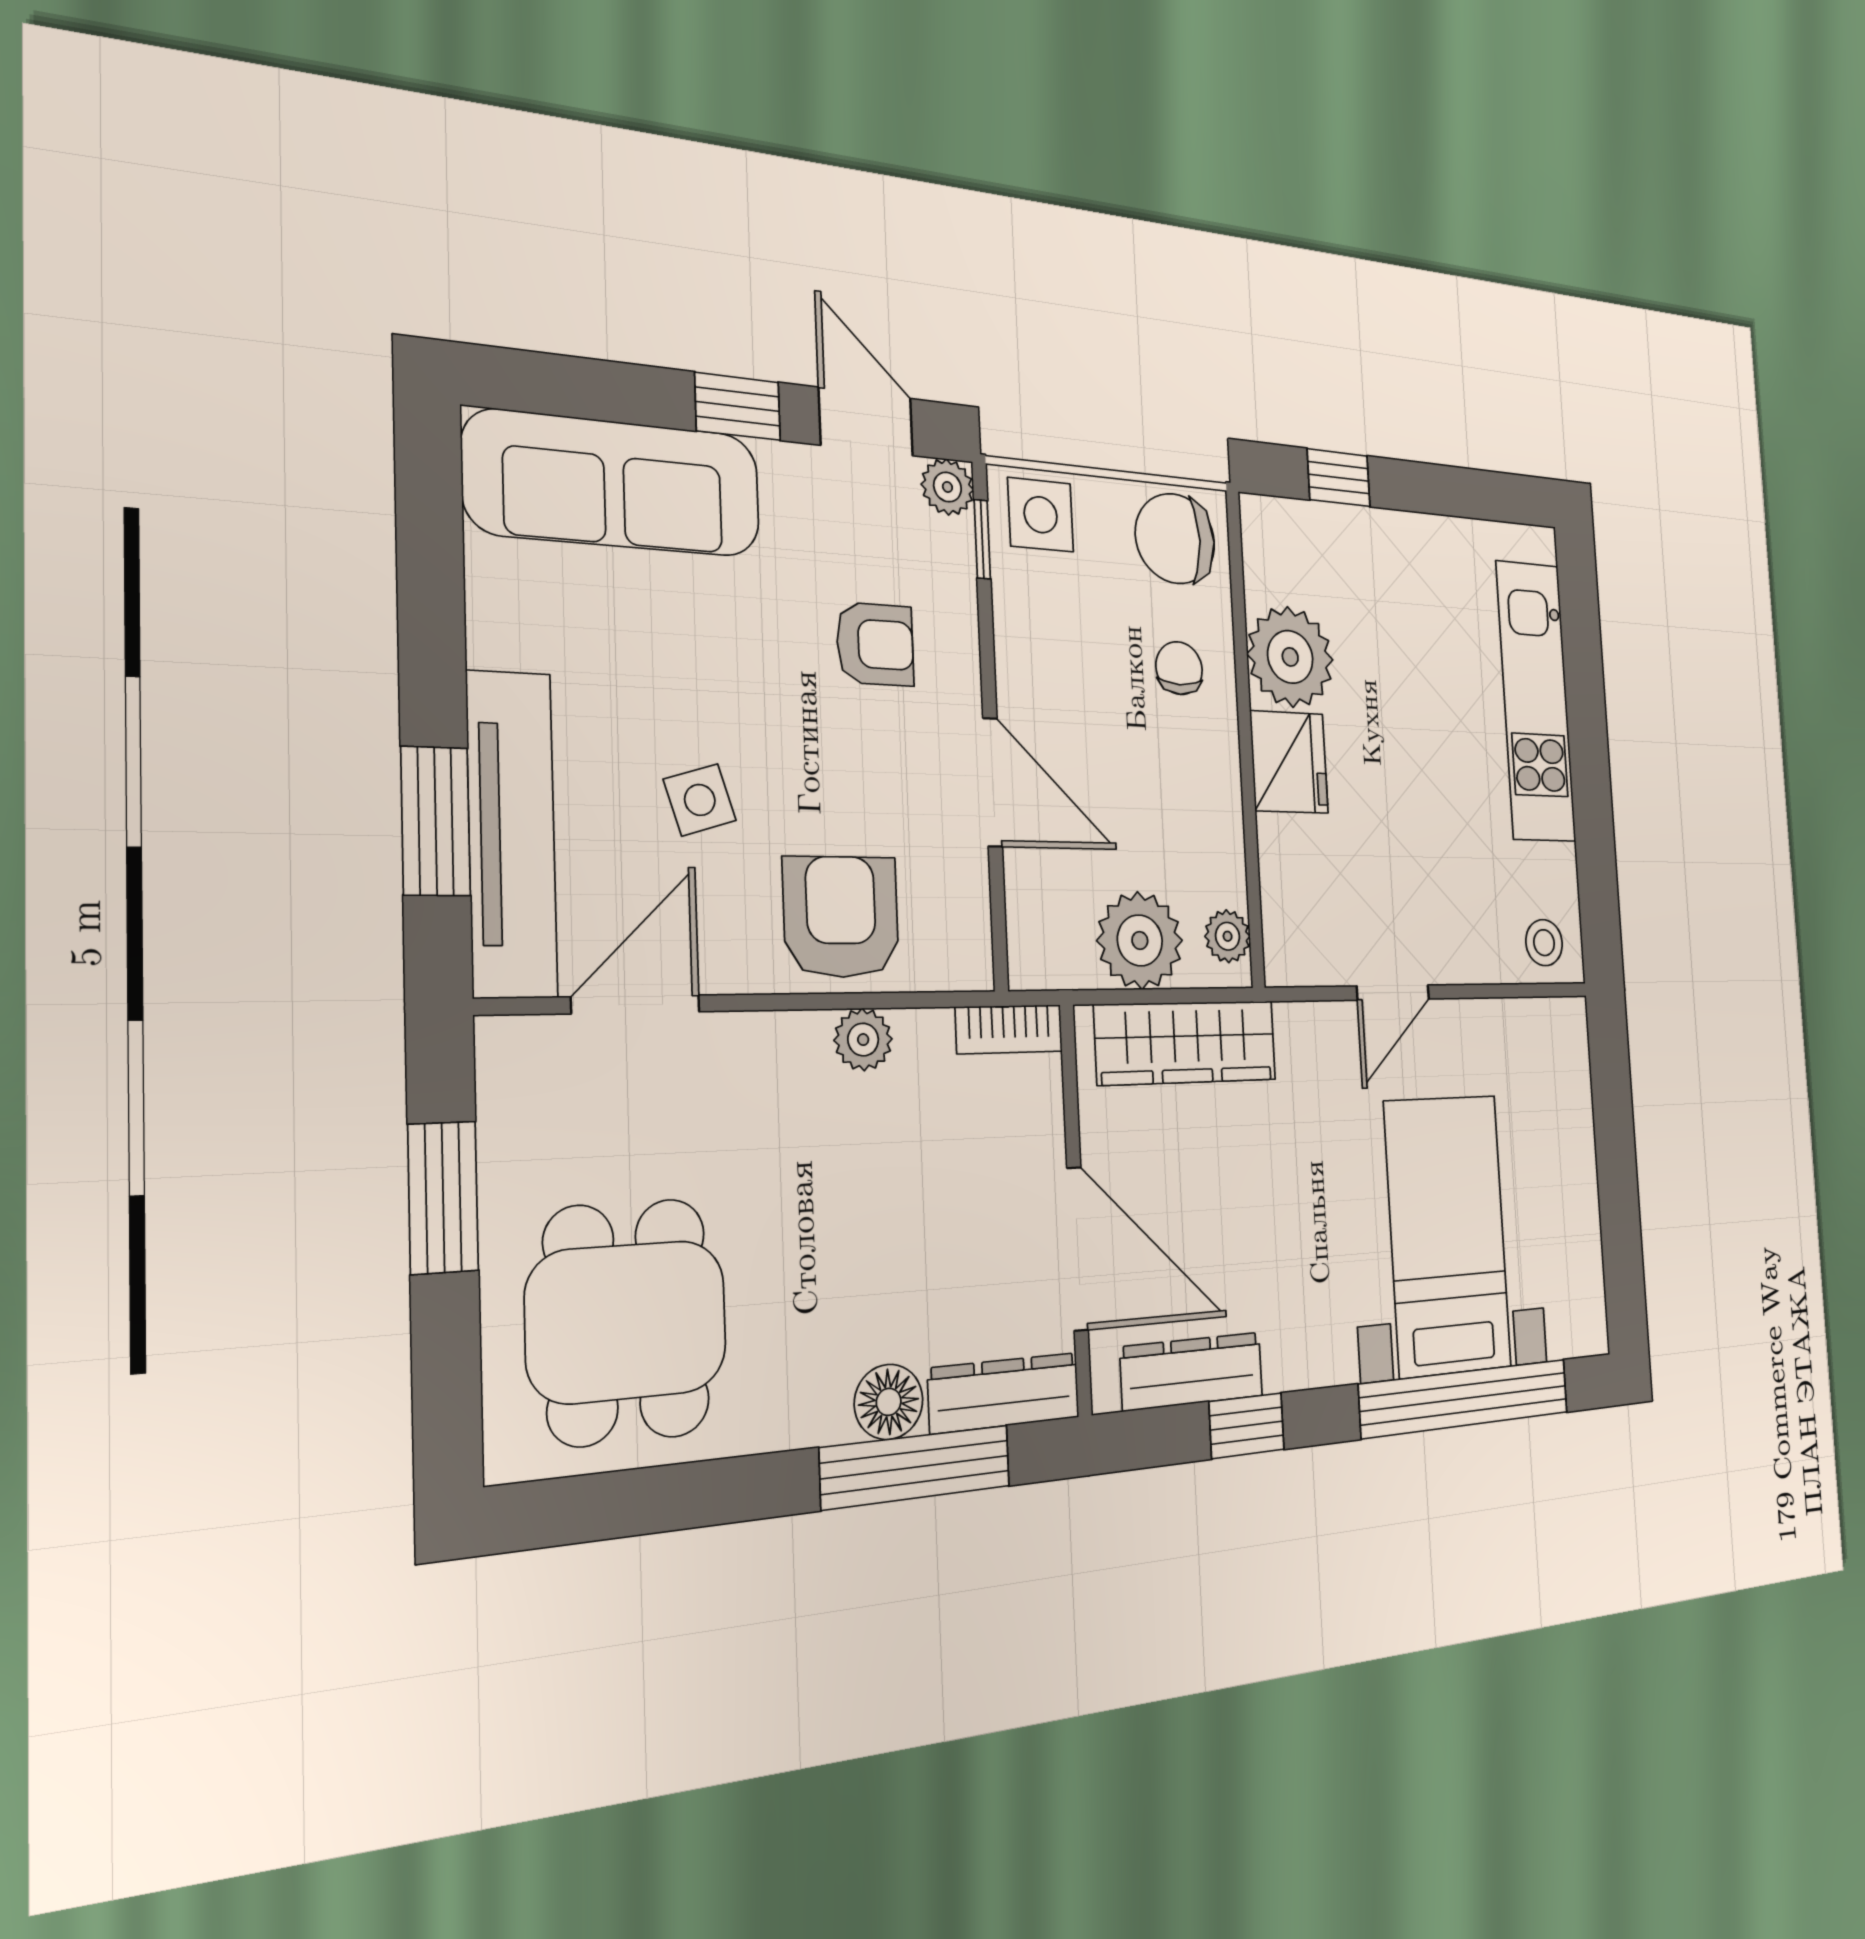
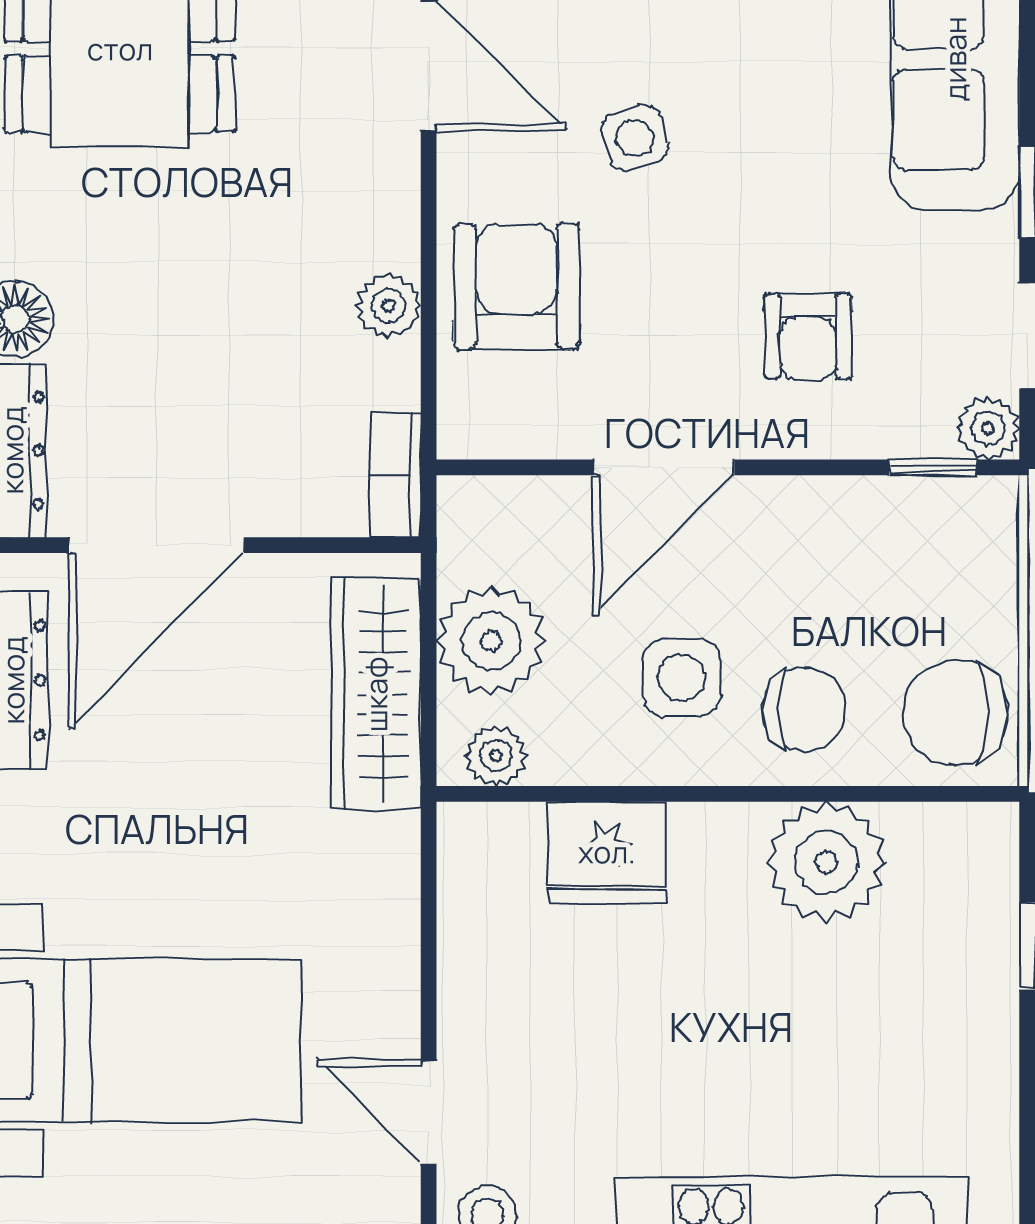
side table: (1041, 515) -> (682, 678), moved
chair: (1175, 539) -> (955, 713), turned -90
chair: (1179, 668) -> (804, 710), width x1.37, depth x1.37
fridge: (1289, 762) -> (607, 852), moved
armchair: (841, 917) -> (516, 286), turned -90
door: (1393, 993) -> (429, 1112), moved

